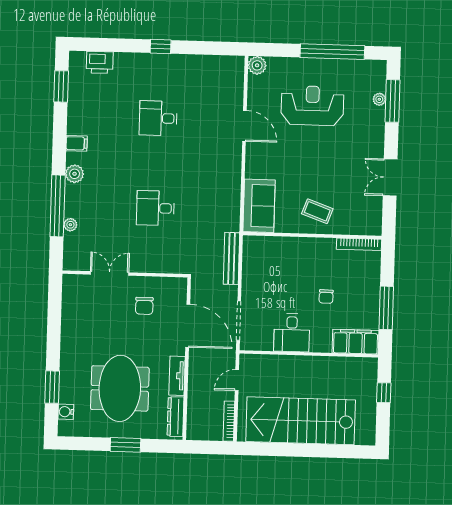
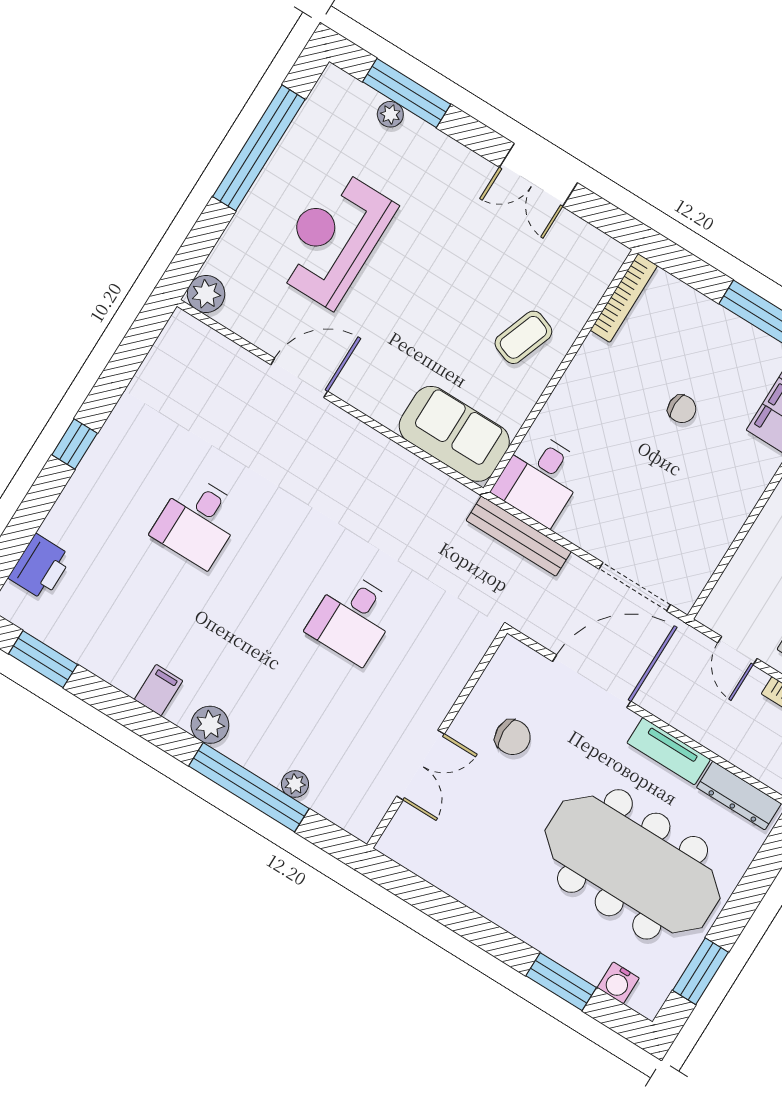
double door: (110, 273) -> (421, 765), swing flipped
desk: (292, 333) -> (540, 478), moved, turned 90
meeting table: (120, 388) -> (633, 864), width x1.36
window: (125, 445) -> (700, 971), moved

